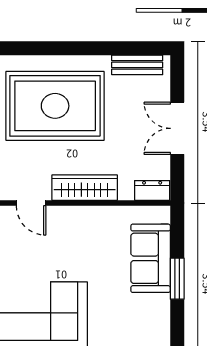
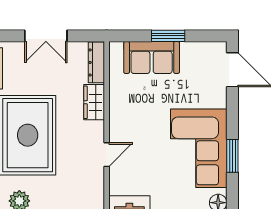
wardrobe: (85, 188) -> (94, 102), width x0.67
dresser: (152, 190) -> (96, 62), width x1.44

